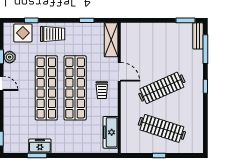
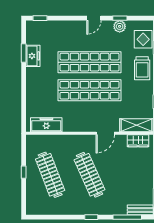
wardrobe: (127, 38) -> (138, 141), added
trolley: (102, 90) -> (87, 116), removed
clothes rail: (162, 128) -> (50, 175), turned -39

